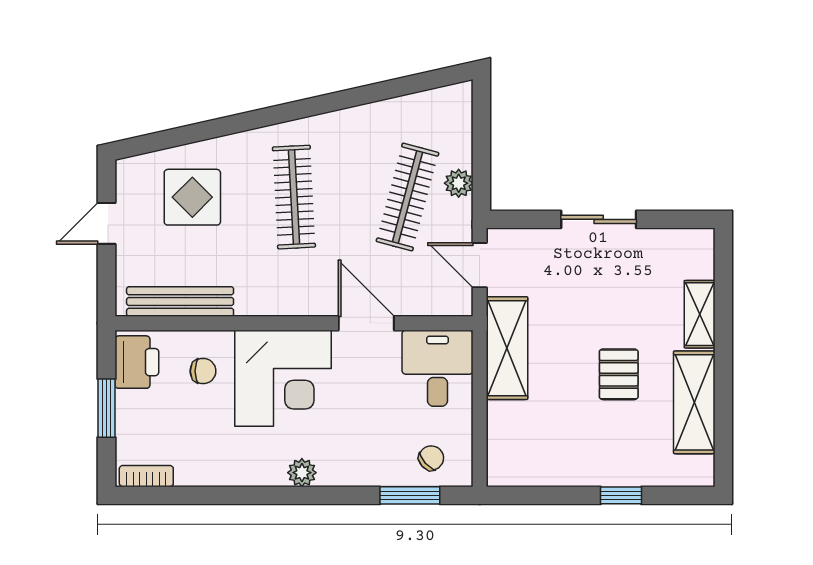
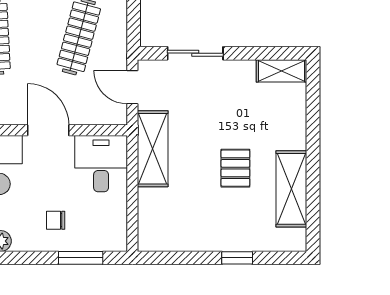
plant: (459, 183) -> (117, 26), removed
sliding door: (599, 219) -> (195, 53), moved
shelving: (700, 314) -> (282, 71), moved, turned 90
chair: (431, 458) -> (56, 220), moved, turned -138

